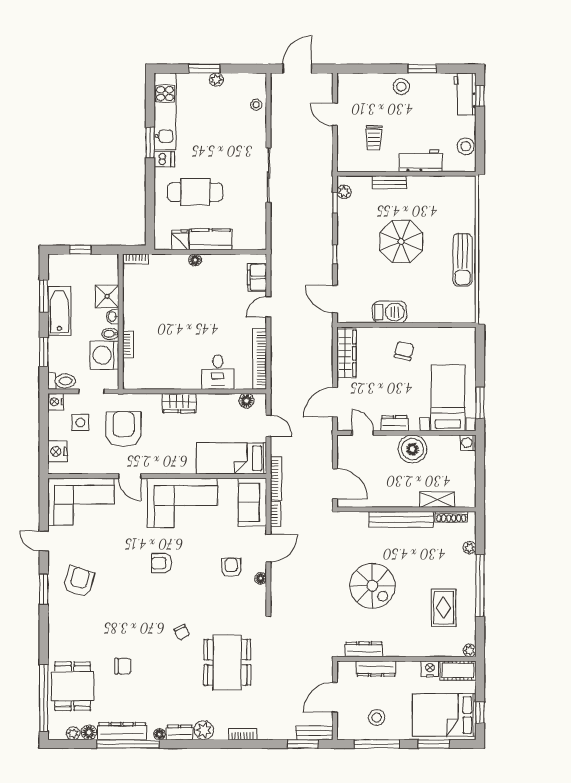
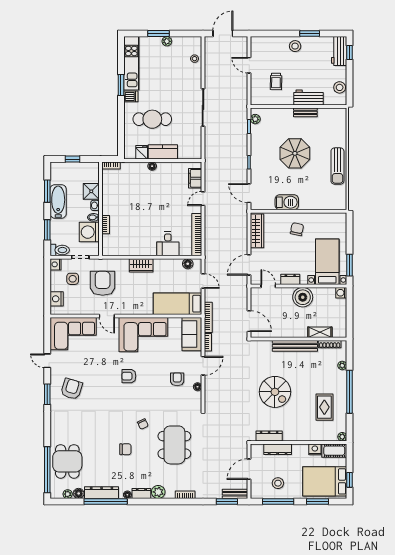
bench: (389, 182) -> (305, 112), moved
chair: (123, 666) -> (125, 449), moved

